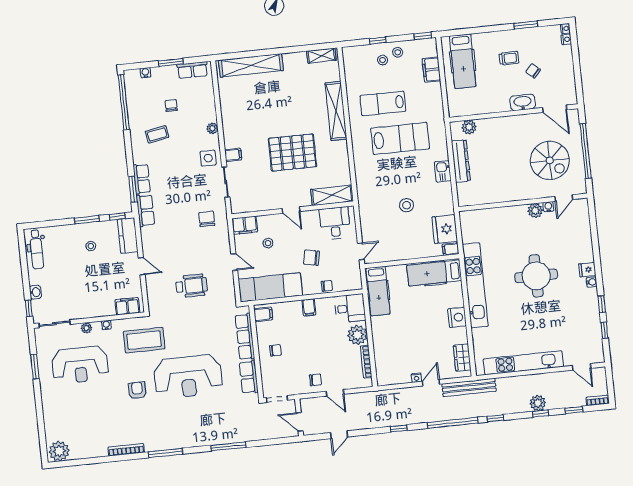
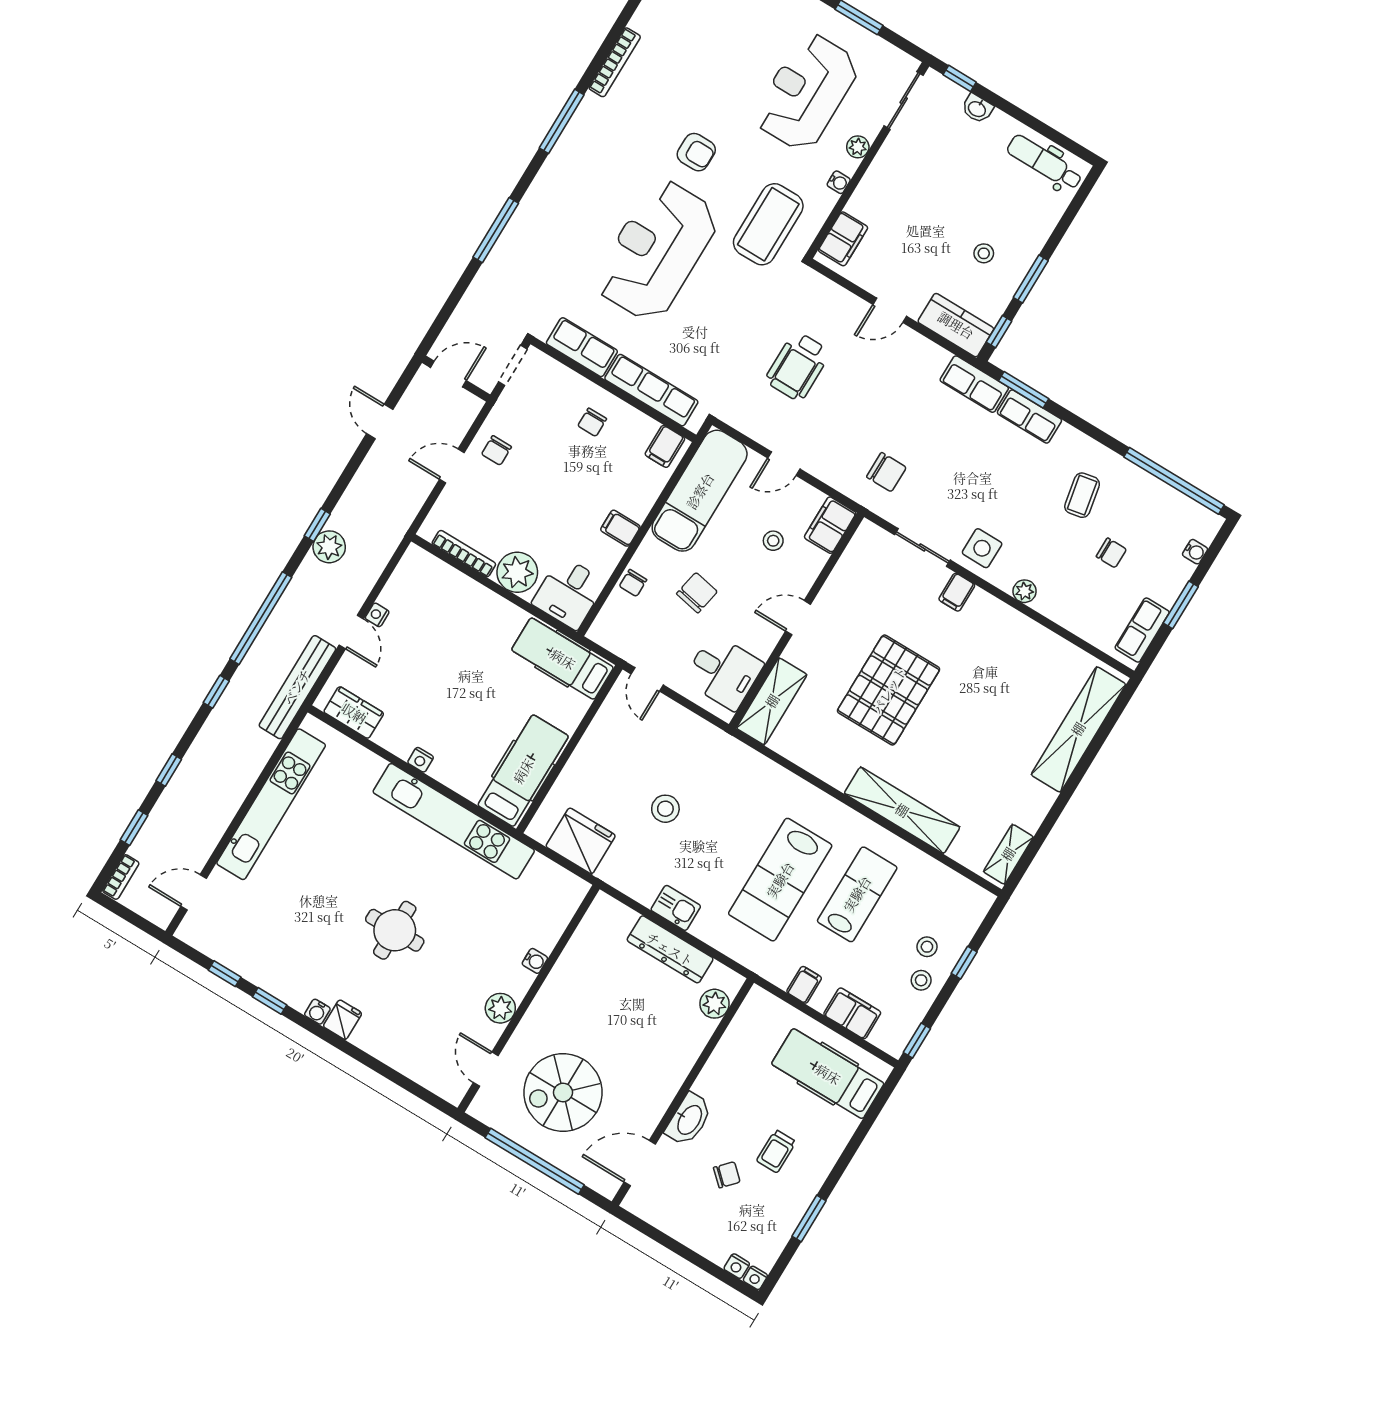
water cooler: (548, 207) -> (535, 961), moved
filing cabinet: (451, 249) -> (804, 985), moved
round table: (536, 276) -> (395, 930), width x0.73, depth x0.73
nightstand: (457, 317) -> (421, 760), width x0.53, depth x0.56
plant: (538, 403) -> (329, 547), moved

